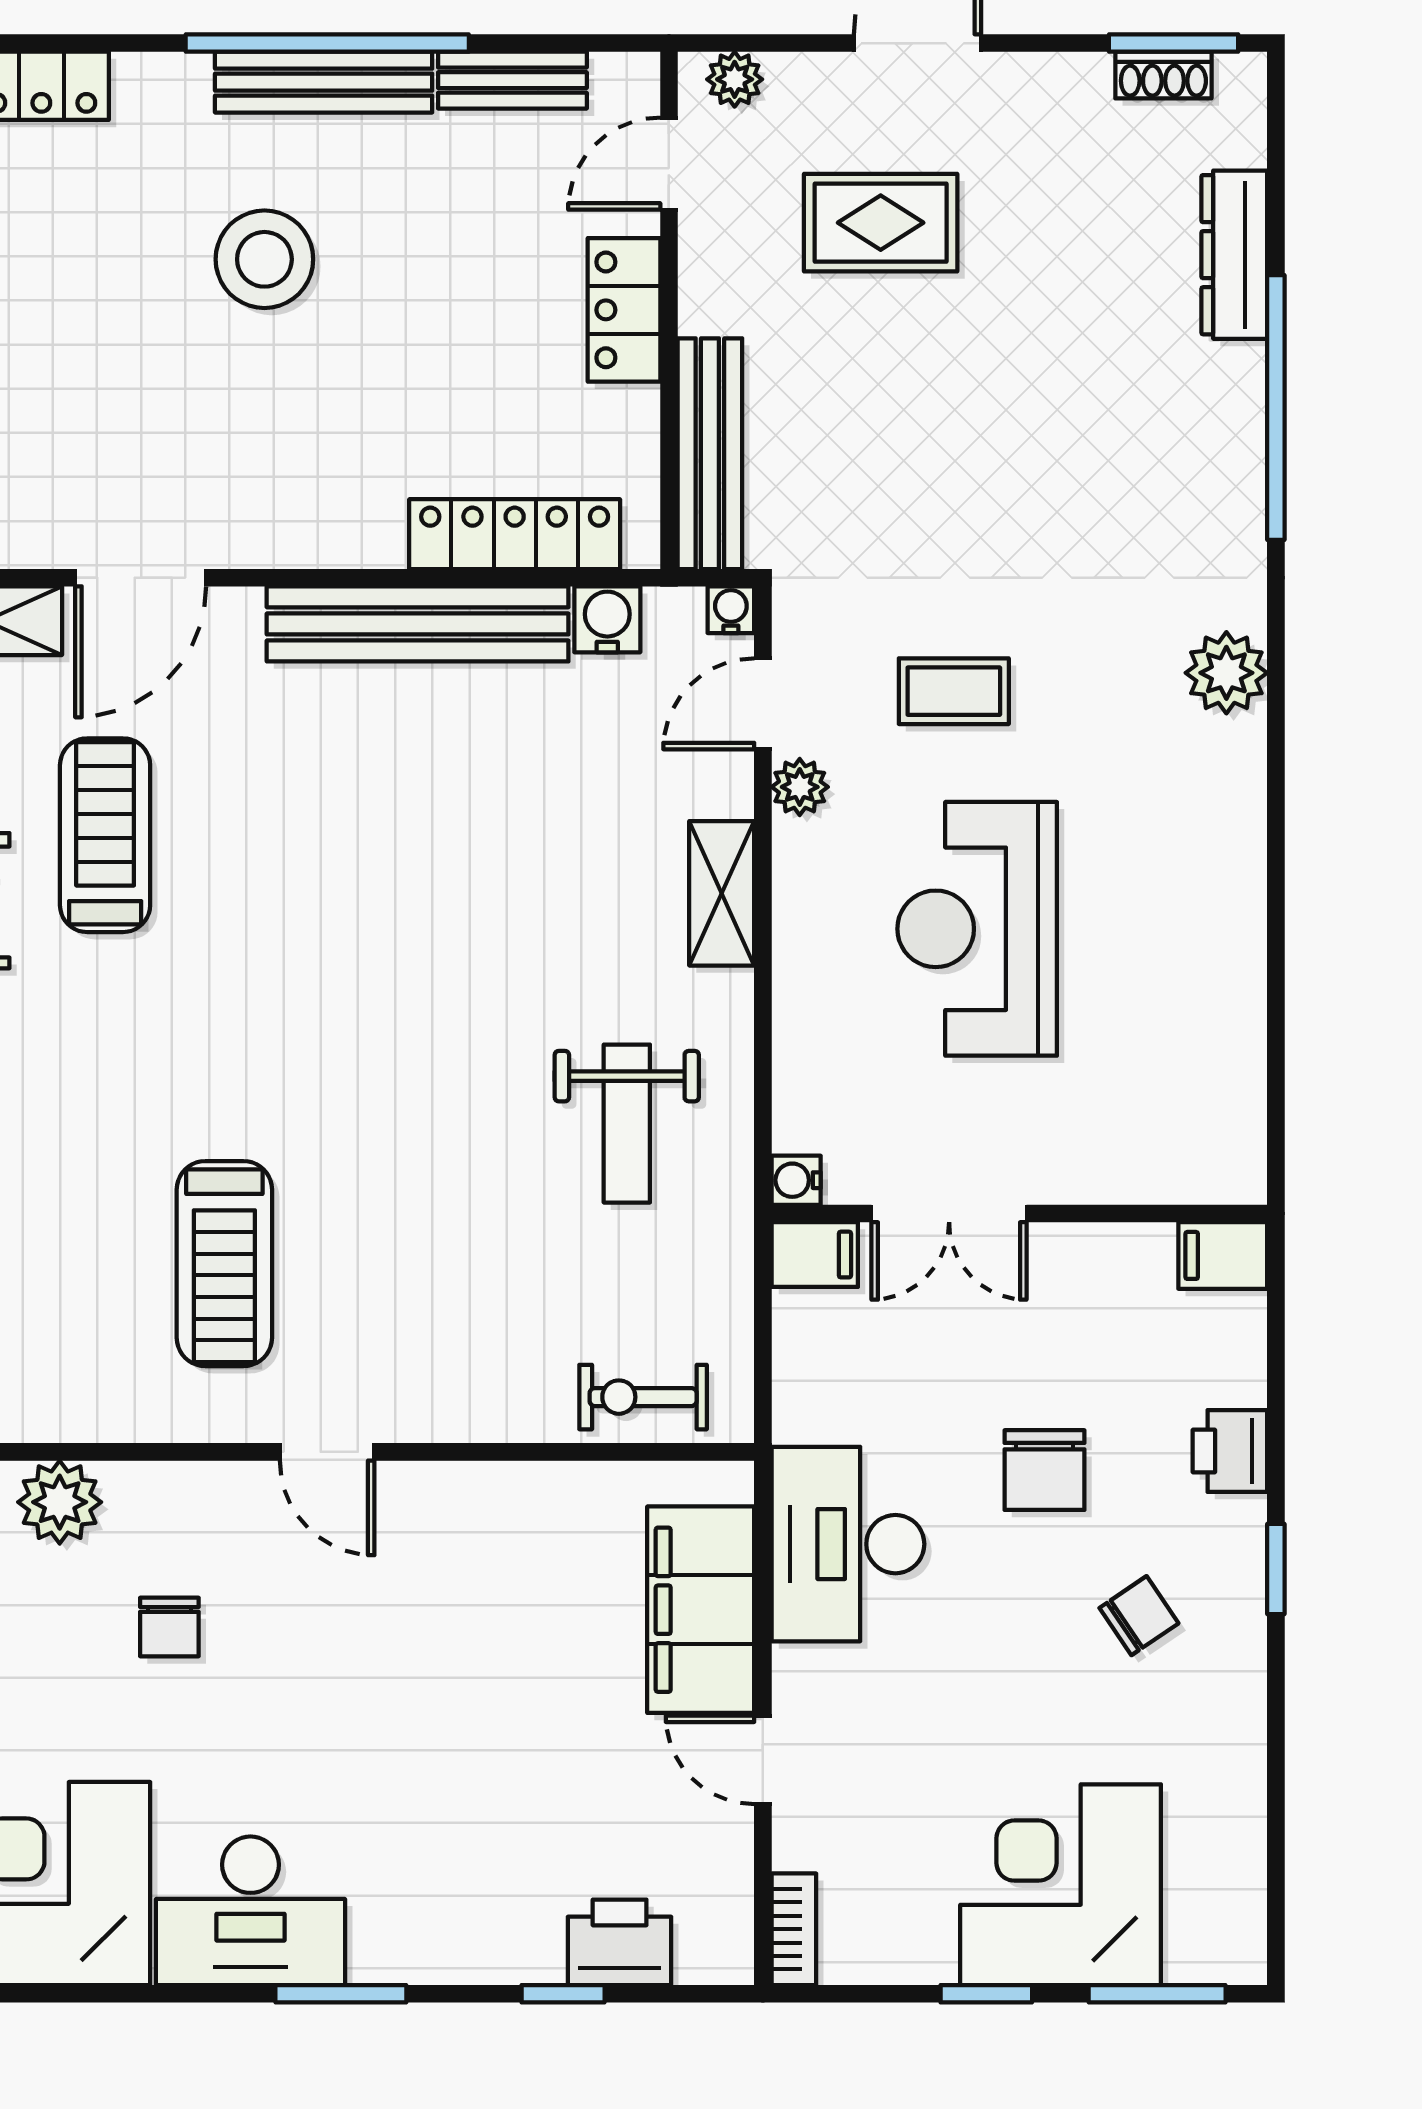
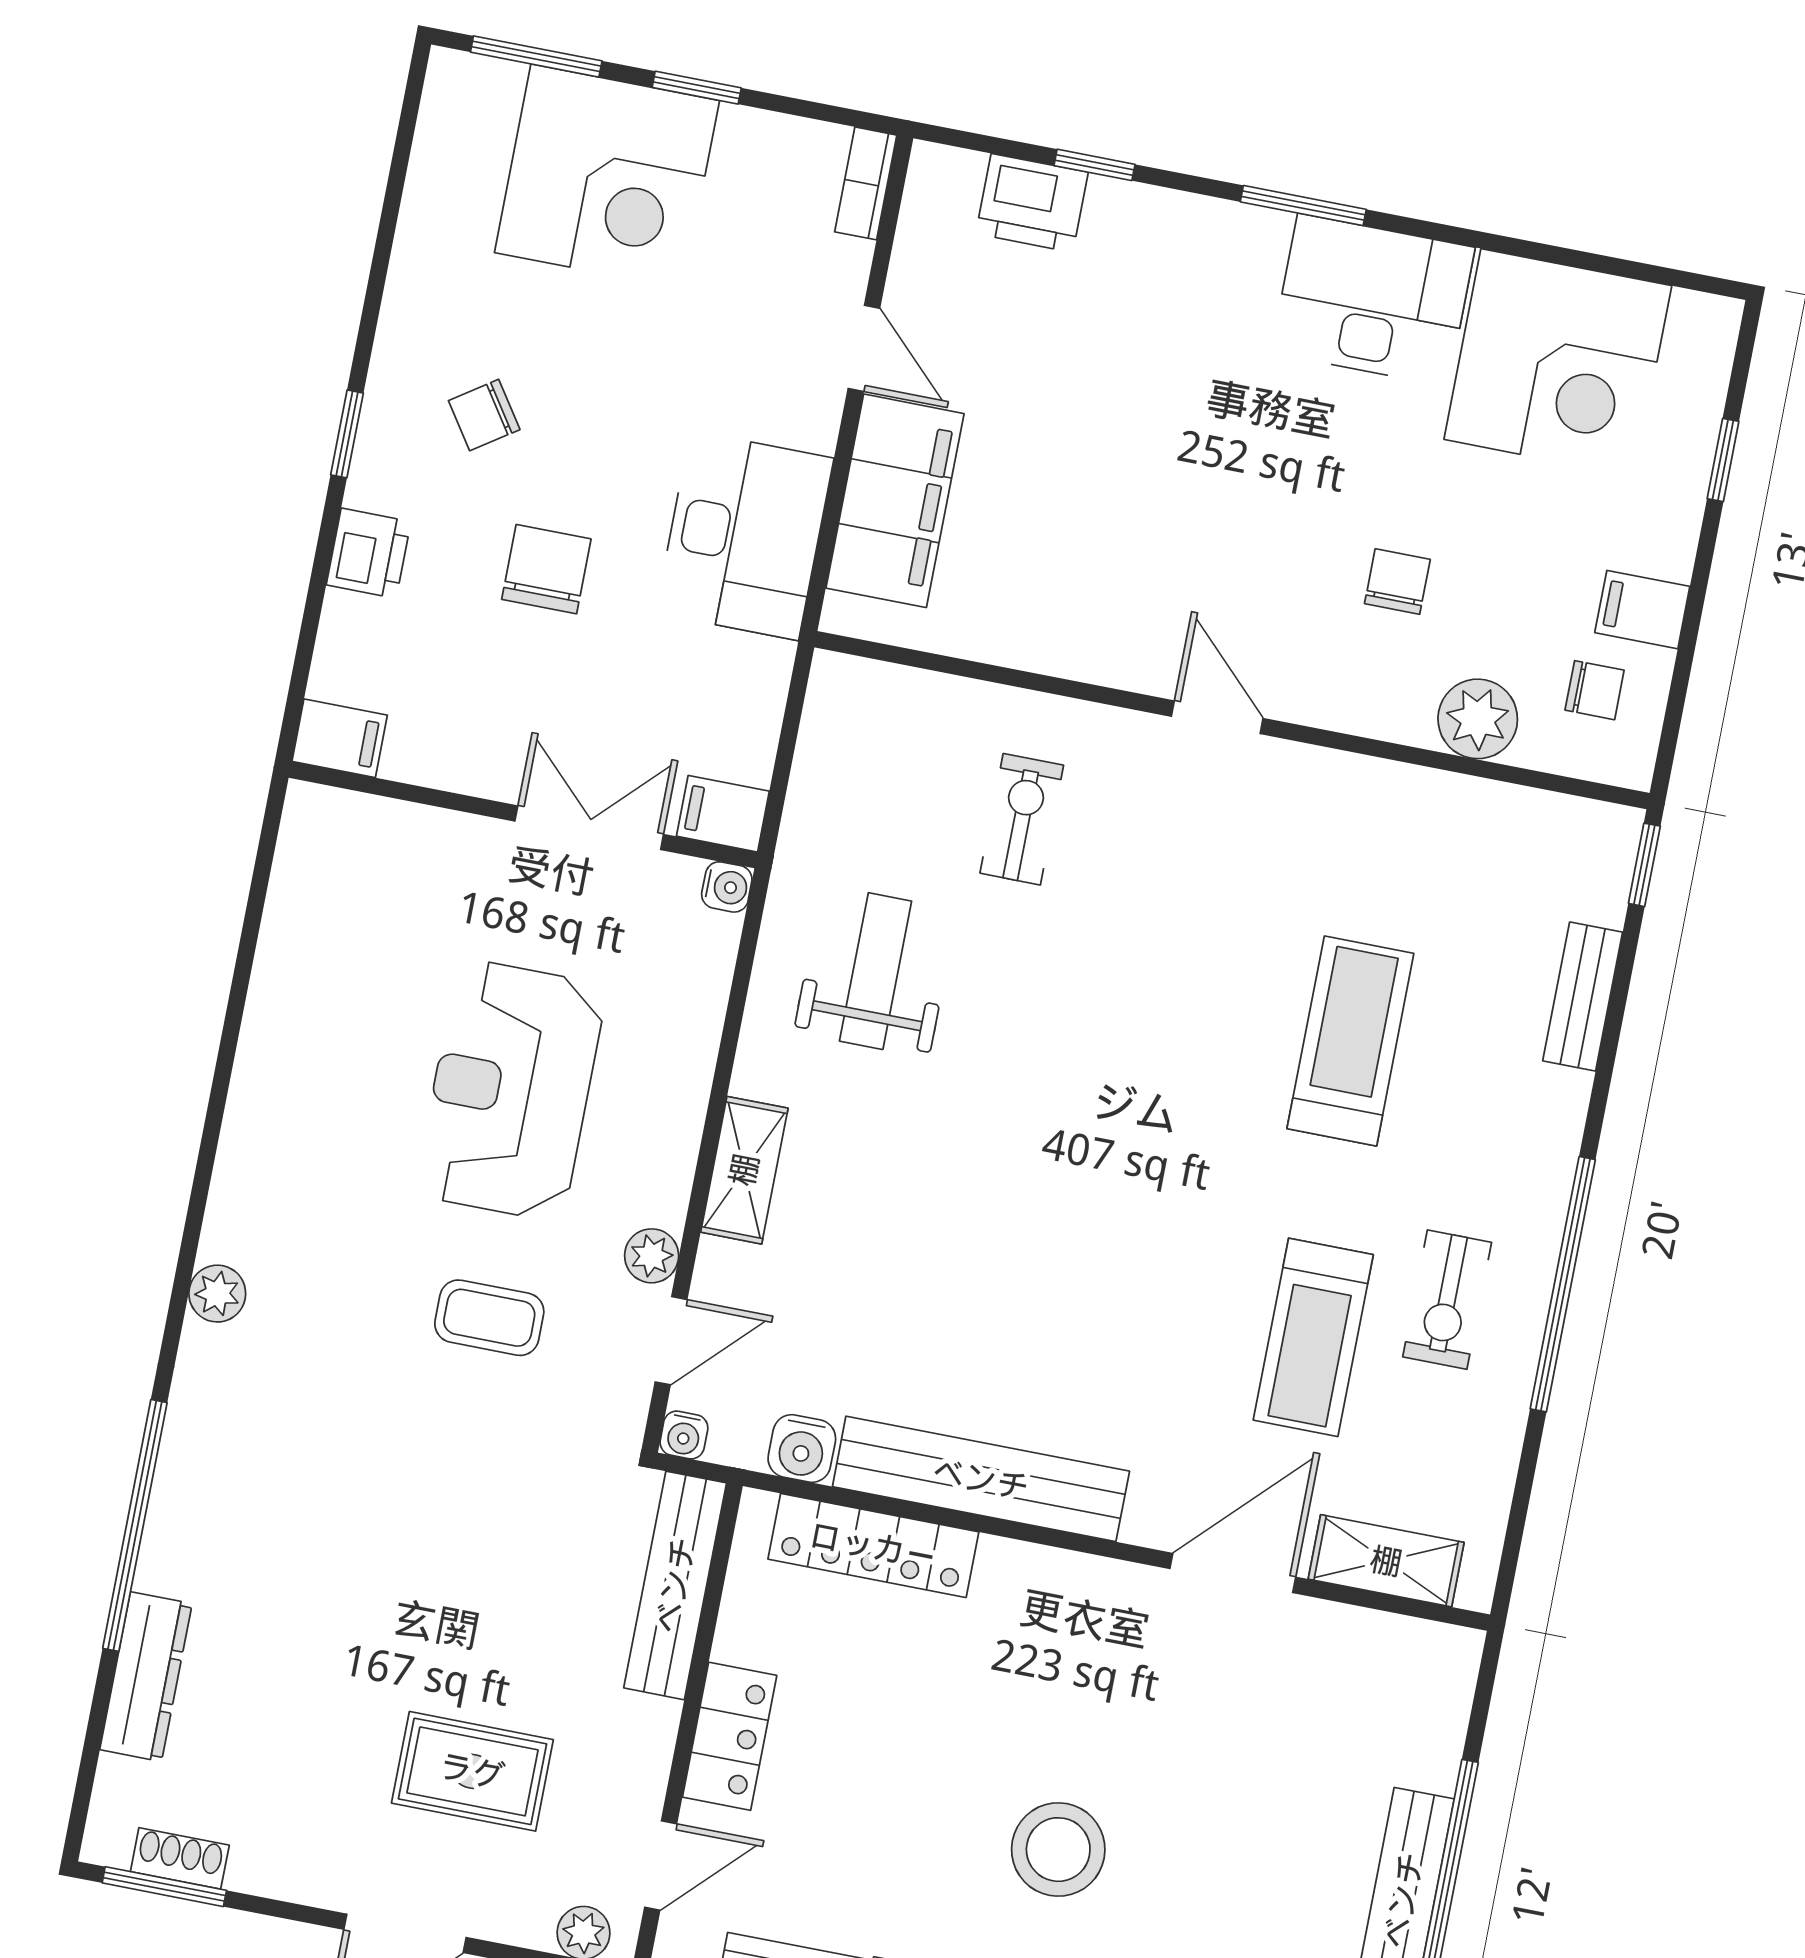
plant: (1226, 673) -> (217, 1294), width x0.73, depth x0.73
reception desk: (977, 929) -> (511, 1090), turned 180
treadmill: (224, 1264) -> (1350, 1041), moved
exercise bike: (643, 1397) -> (1022, 819), moved, turned -90

